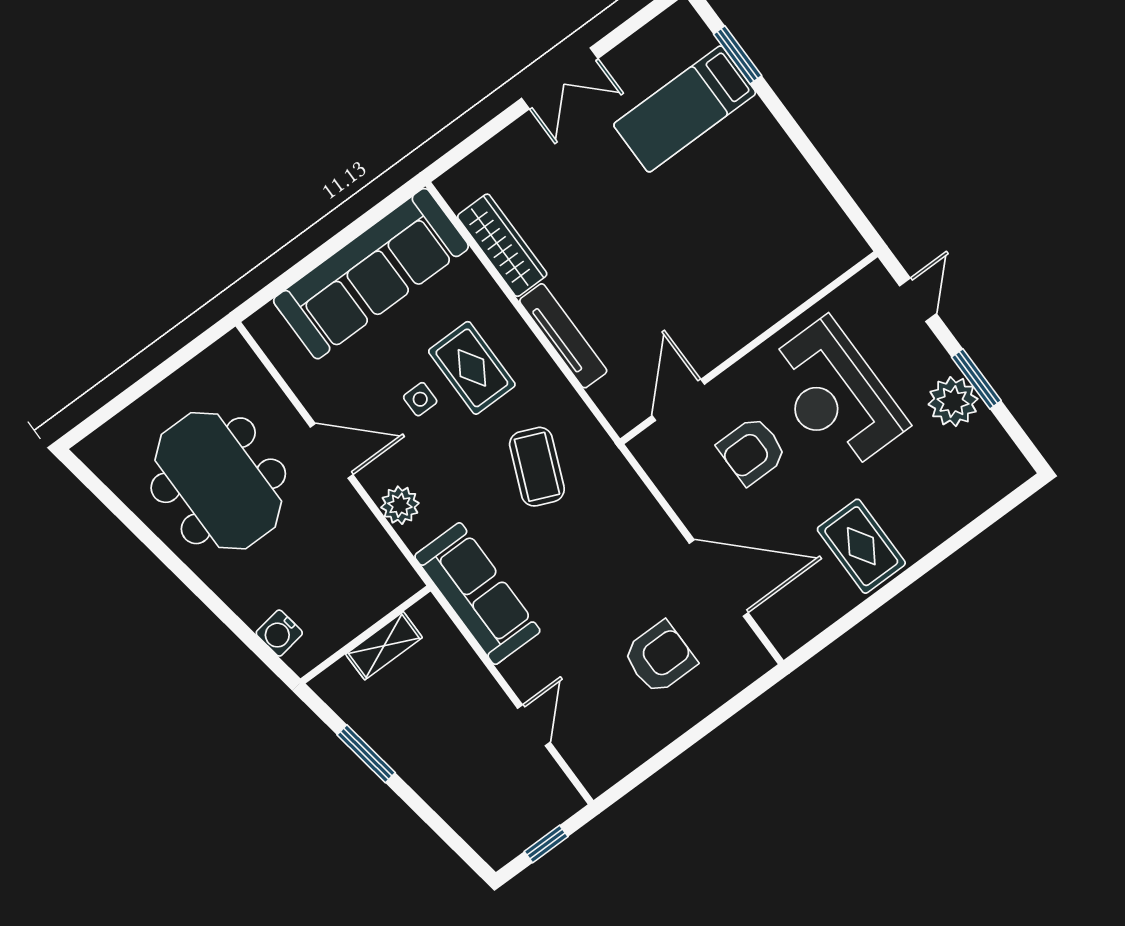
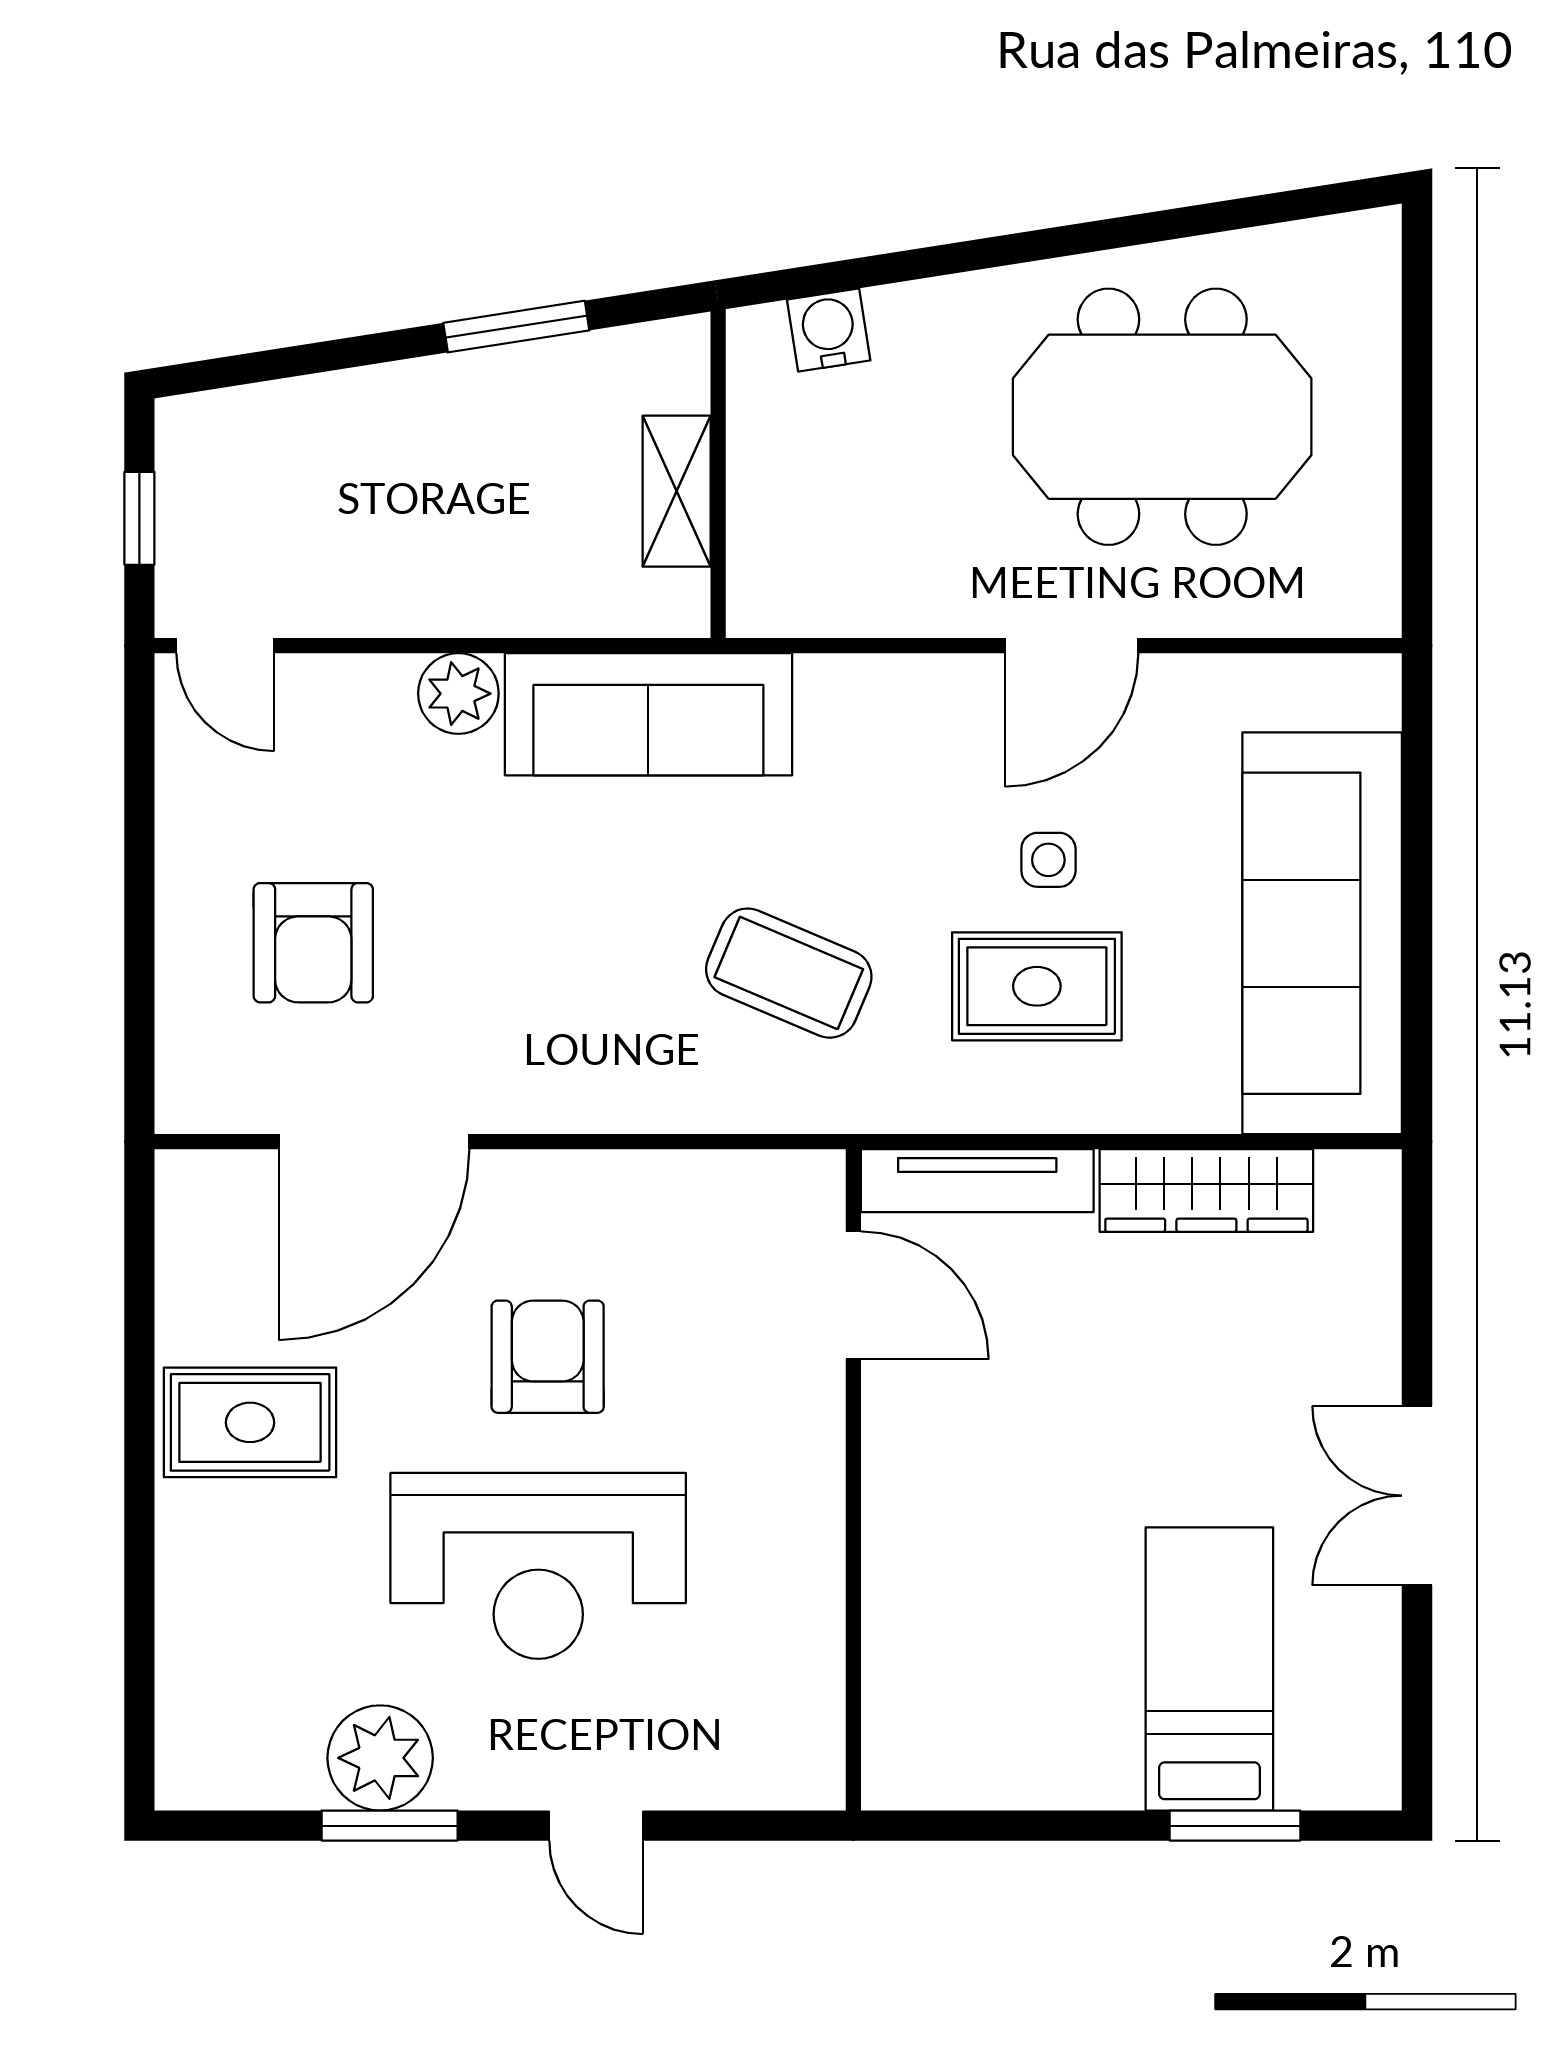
wall: (749, 348) -> (853, 1480), moved
reception desk: (835, 395) -> (538, 1566), turned 180
door: (678, 400) -> (853, 1295), moved
plant: (400, 505) -> (458, 694), moved
door: (534, 725) -> (225, 646), moved

